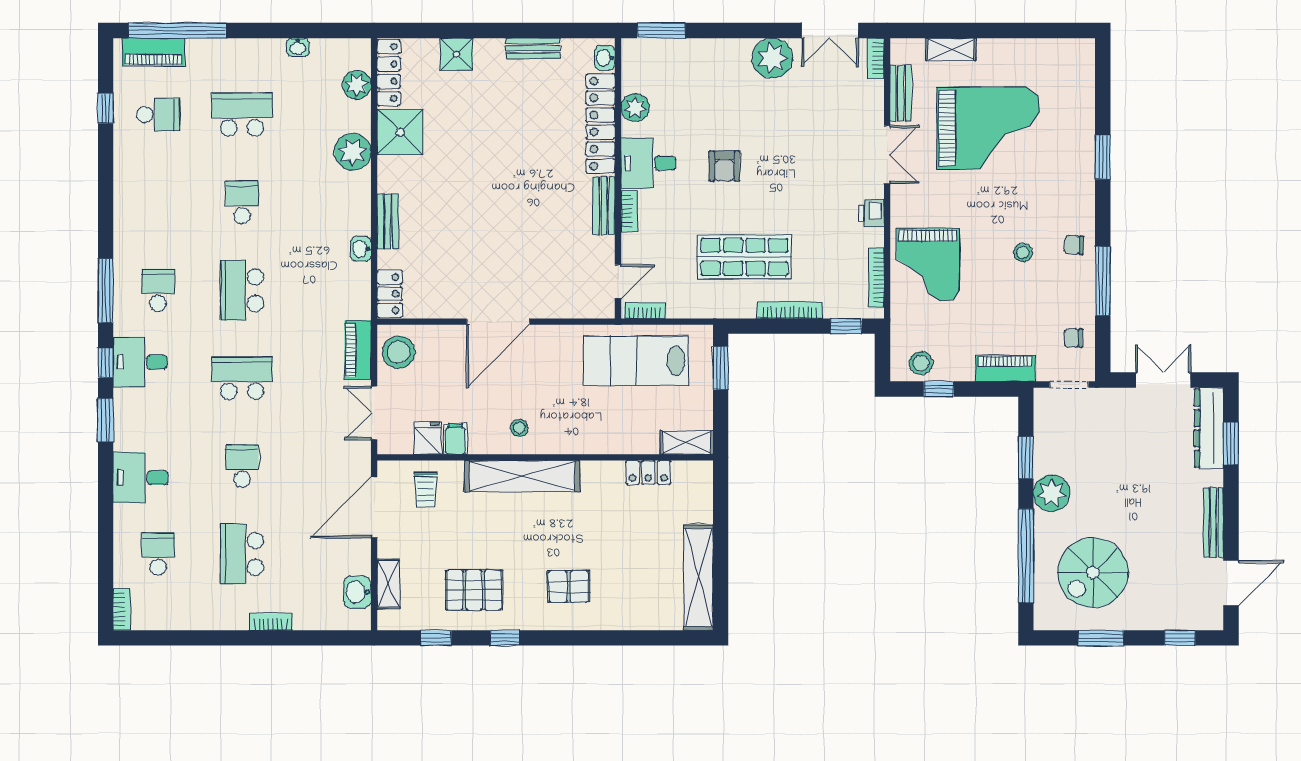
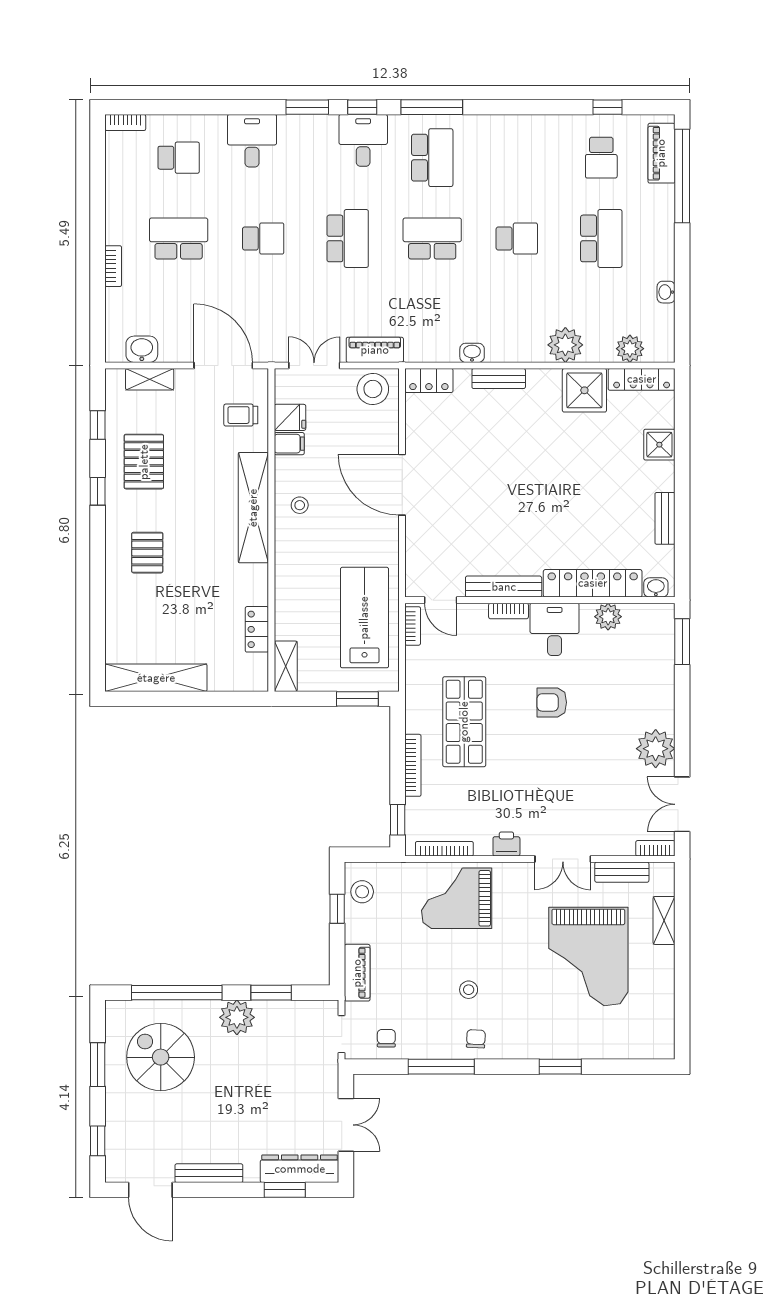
bench: (604, 206) -> (504, 587), width x1.36
school desk: (158, 290) -> (432, 158), width x1.85

